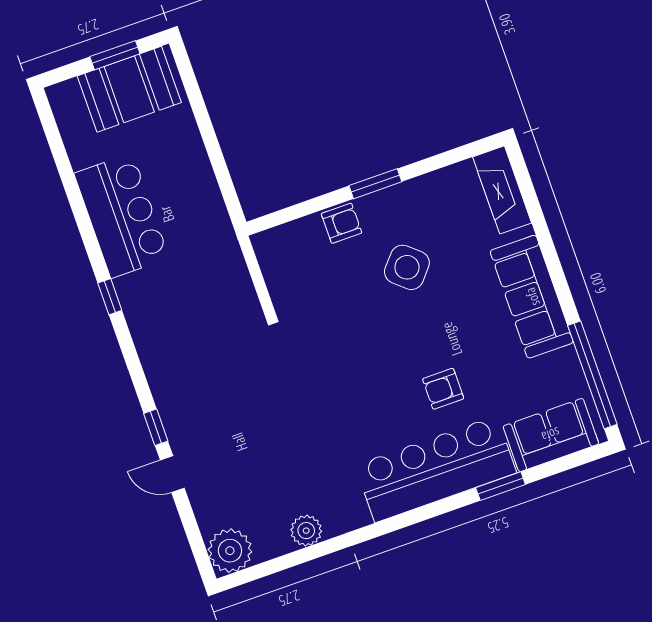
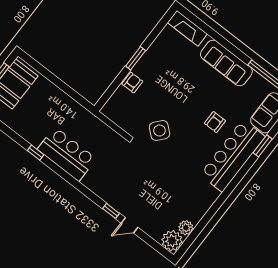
bar counter: (122, 216) -> (67, 154), moved
side table: (407, 267) -> (160, 130), moved
window: (110, 297) -> (36, 153), moved
plant: (306, 531) -> (186, 228), moved

